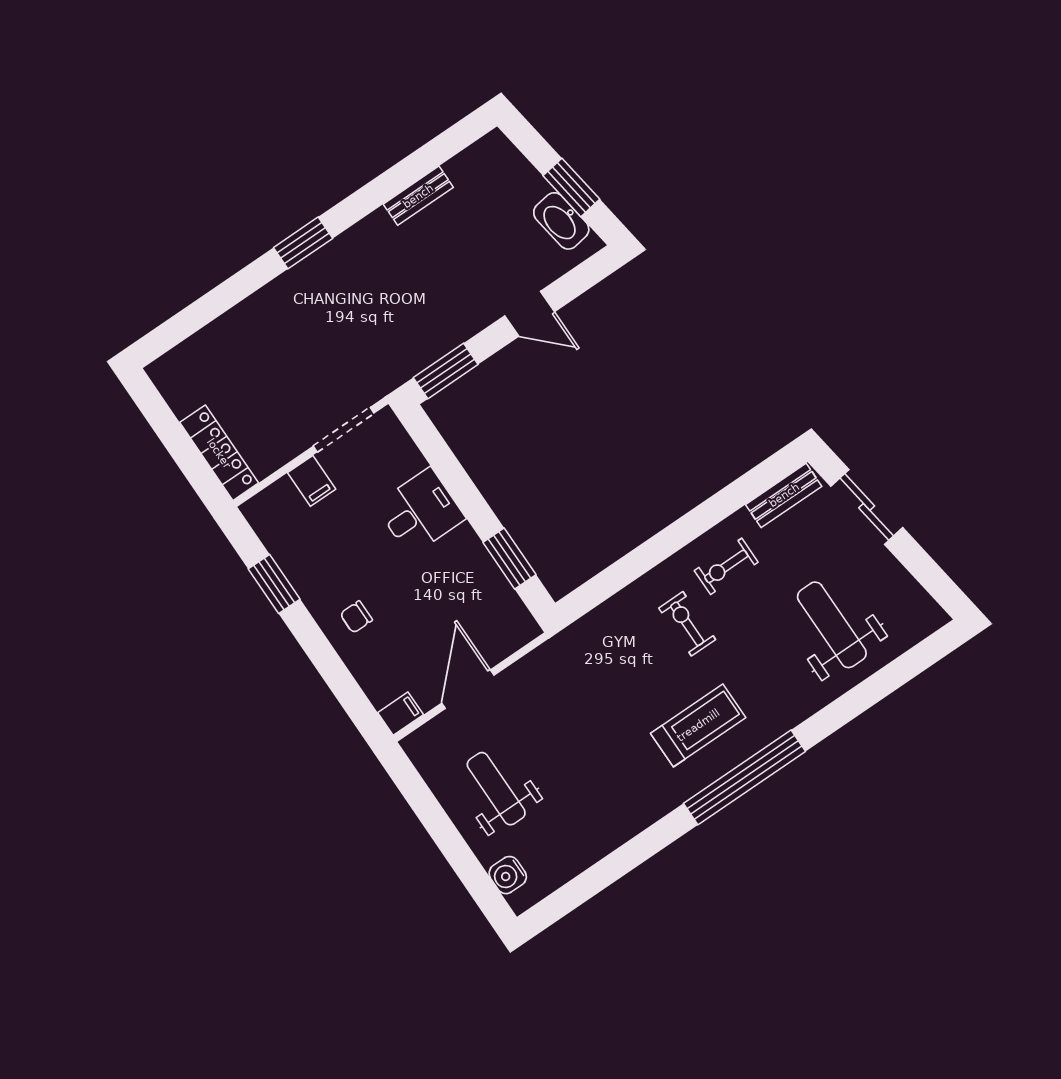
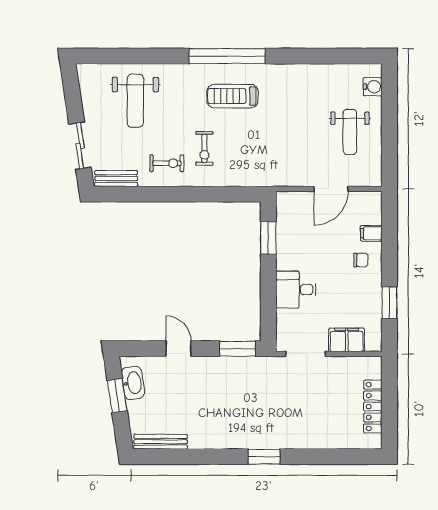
bench: (418, 196) -> (161, 442), moved, width x1.36
locker: (219, 453) -> (373, 406), moved
filing cabinet: (312, 481) -> (347, 340), width x2.00
filing cabinet: (401, 714) -> (371, 233), moved

